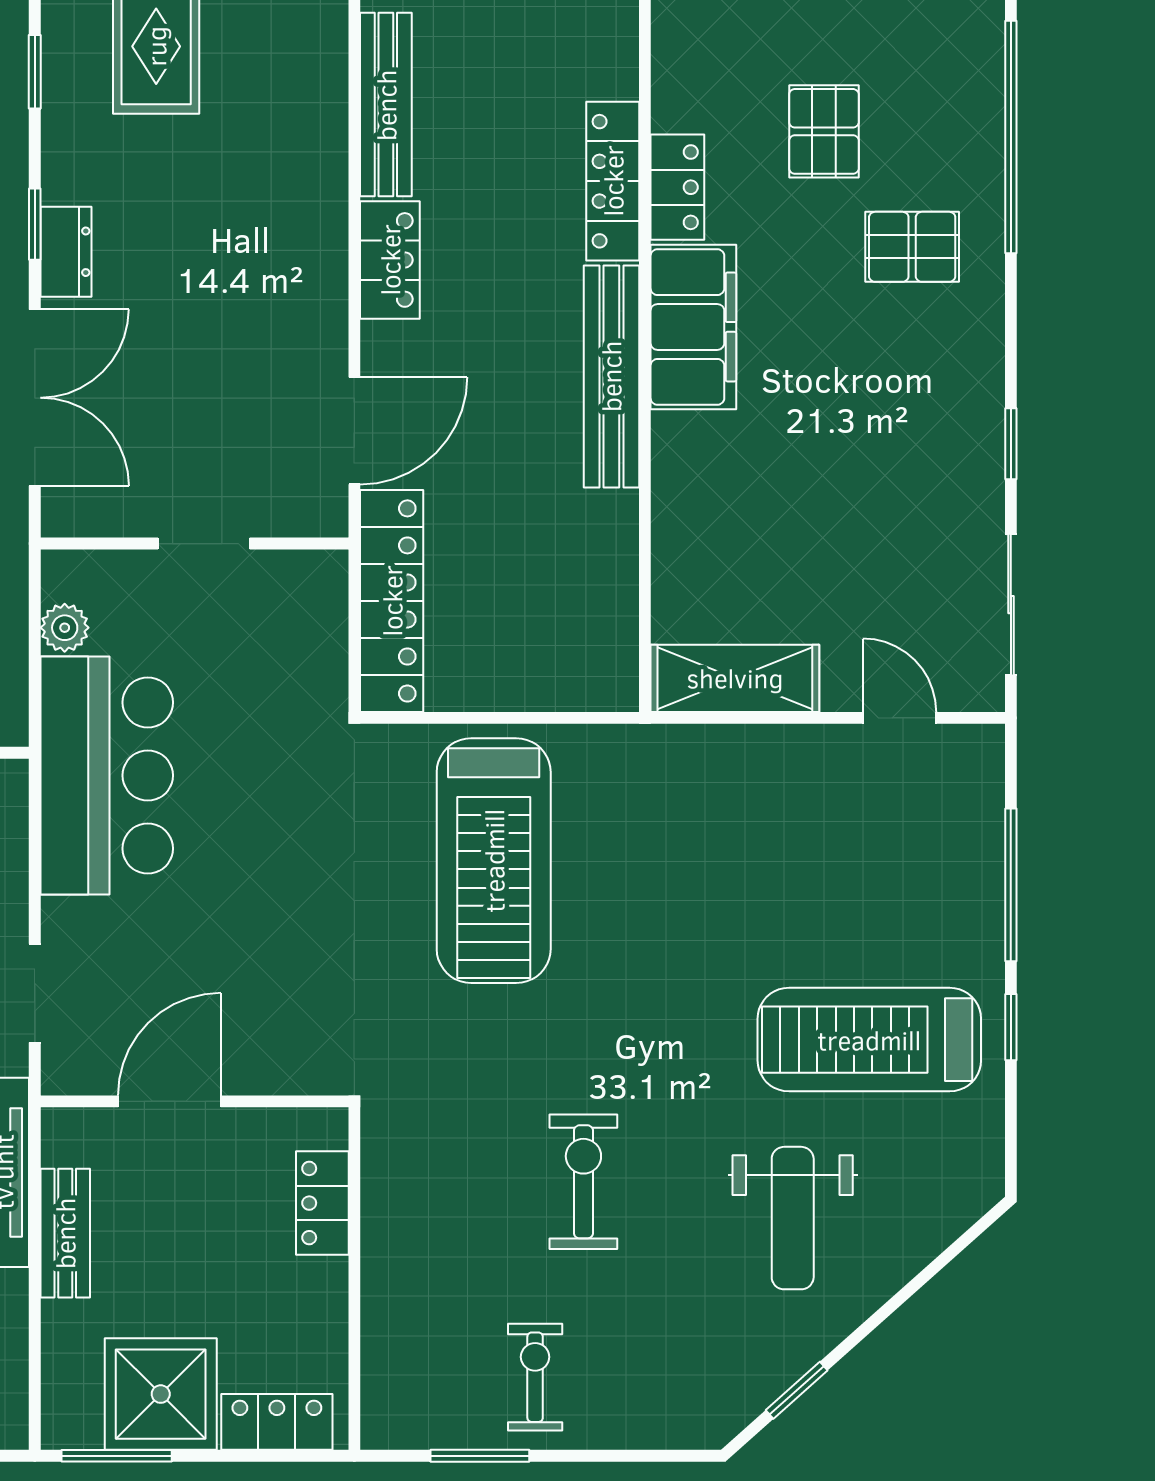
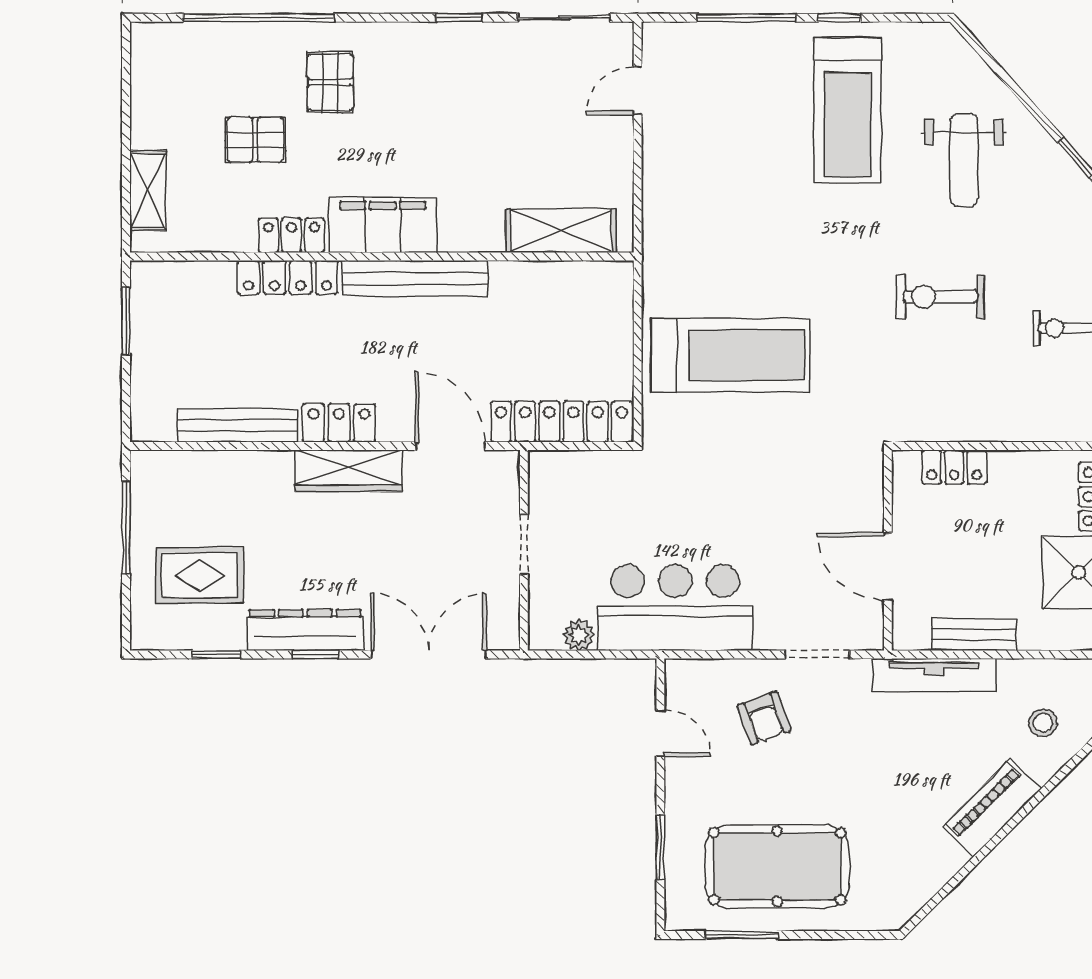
dresser: (66, 252) -> (305, 630), width x1.96, depth x1.24
wardrobe: (317, 275) -> (349, 471), added
shelving: (735, 678) -> (561, 231), moved, turned 90
weight bench: (793, 1218) -> (964, 160), turned 90

